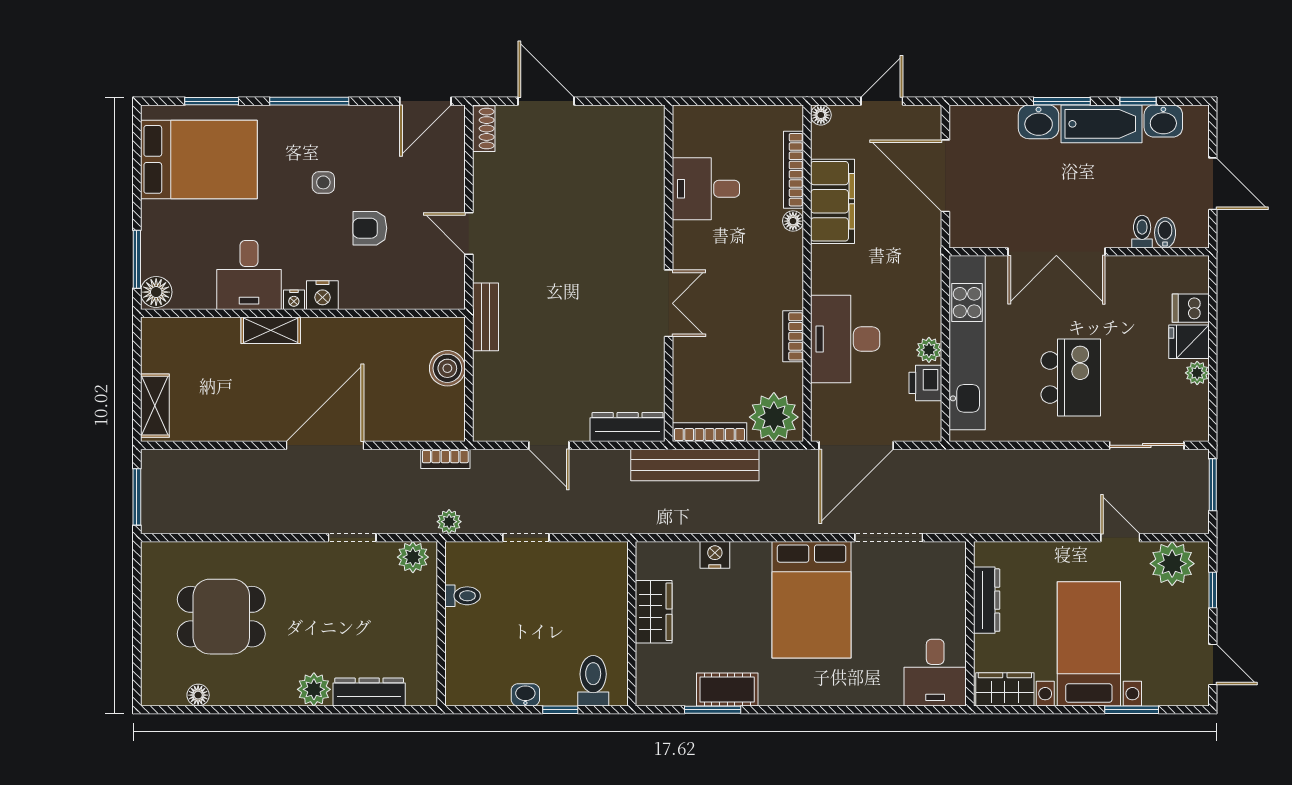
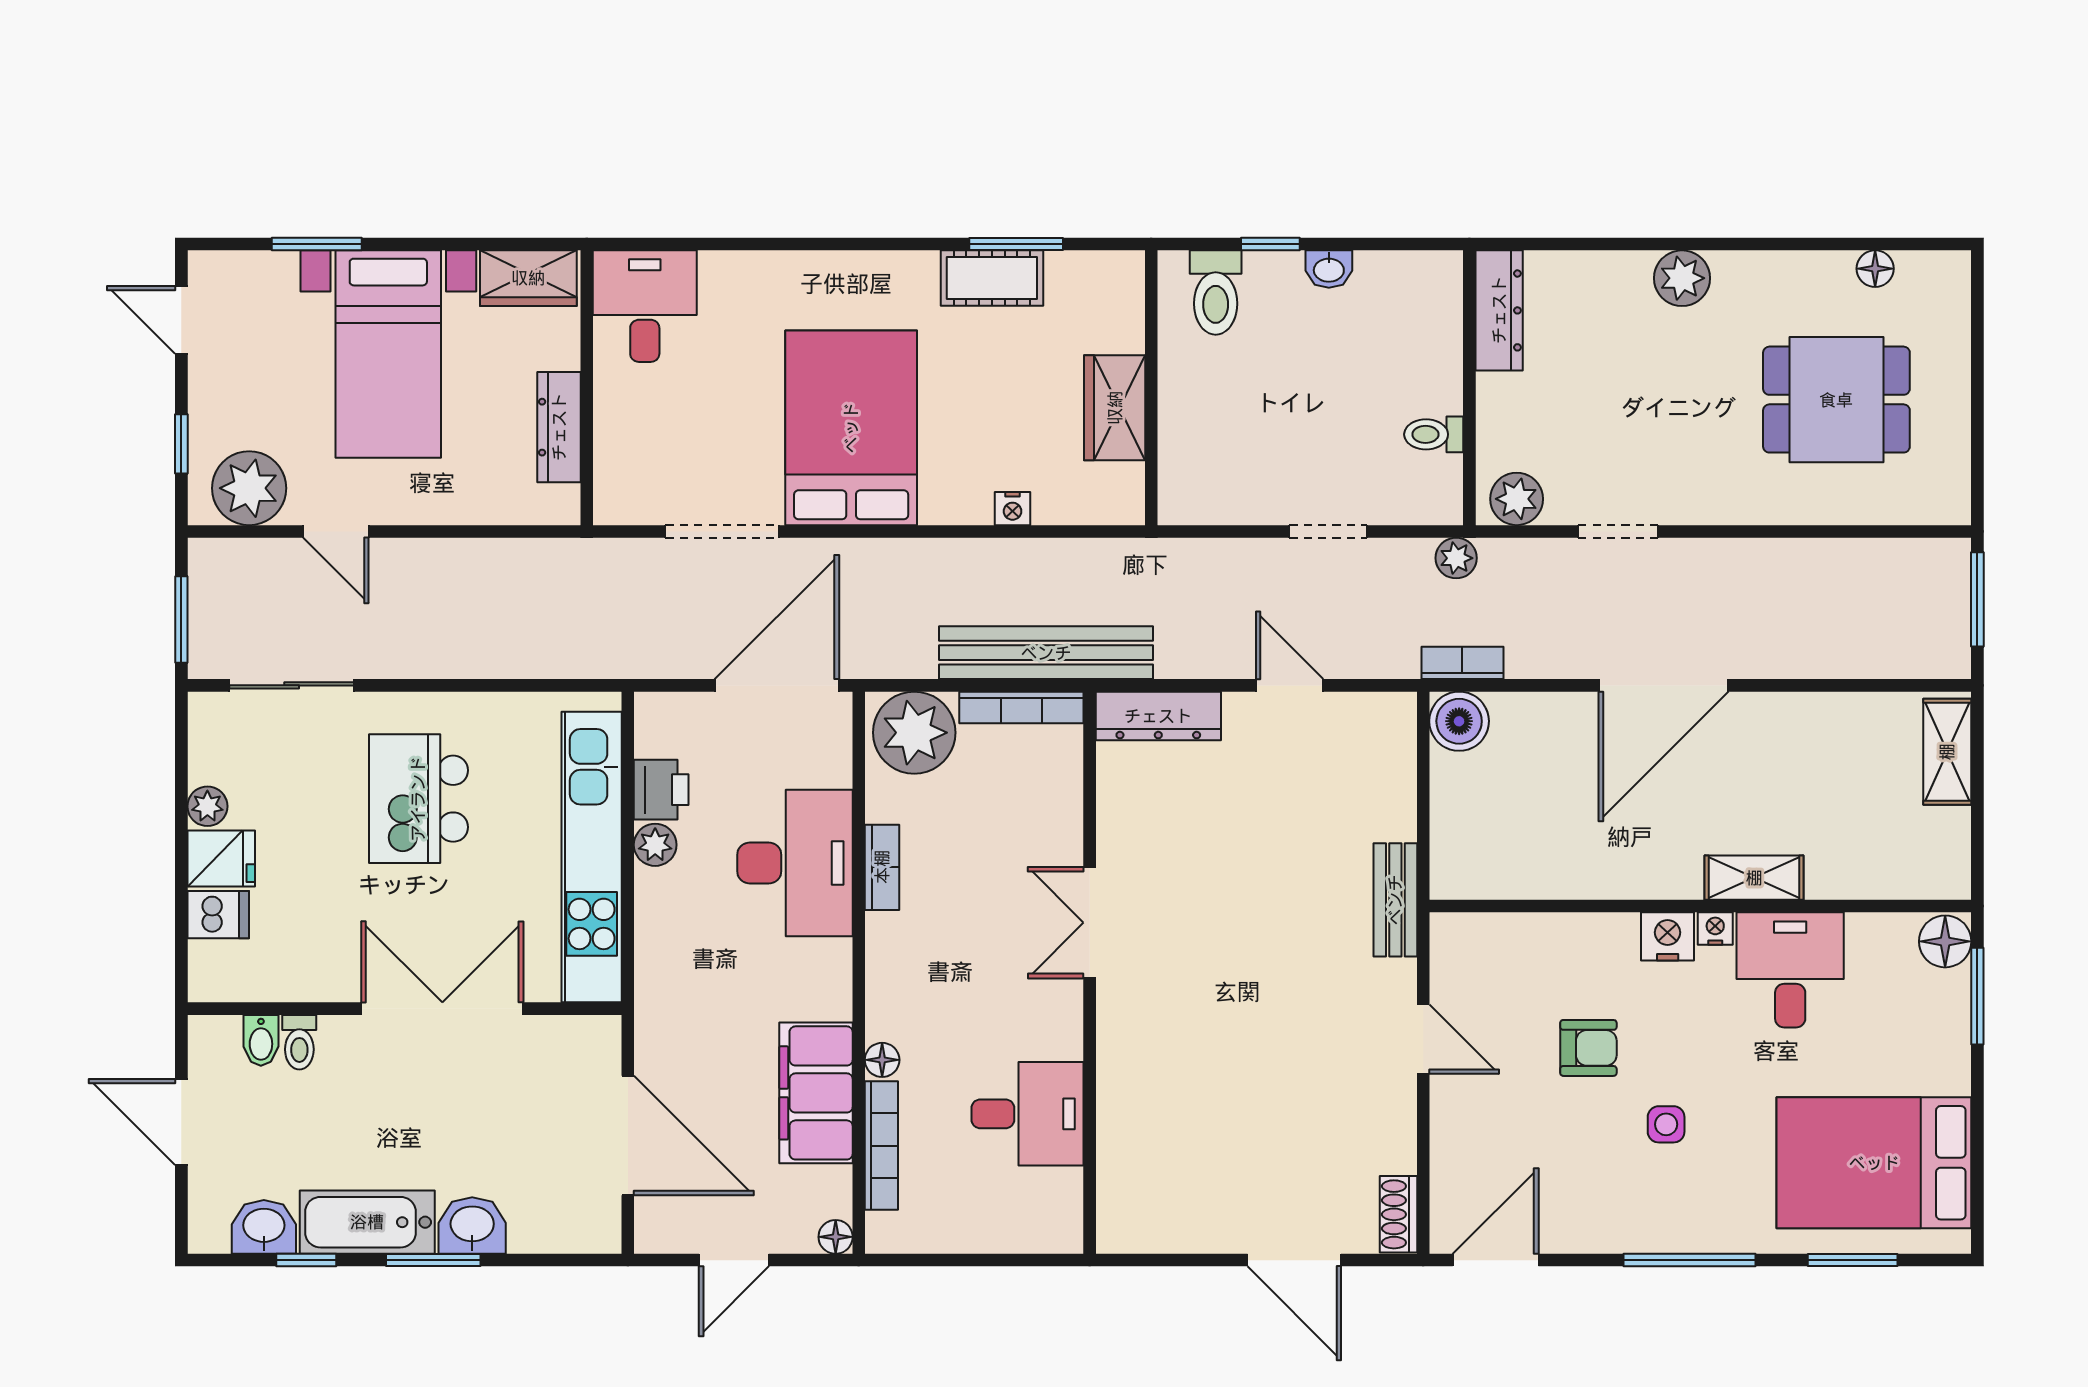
boiler: (447, 368) -> (1459, 721), moved
nightstand: (715, 555) -> (1013, 509), width x0.72, depth x0.74
dresser: (369, 692) -> (1499, 310), moved, turned -90

